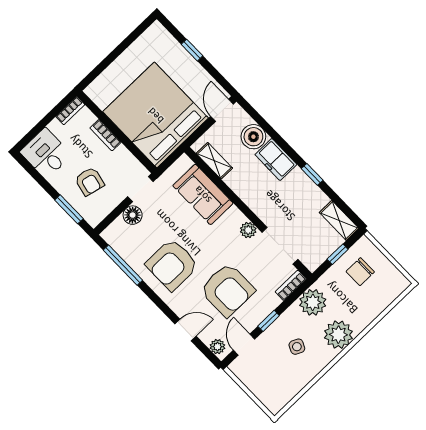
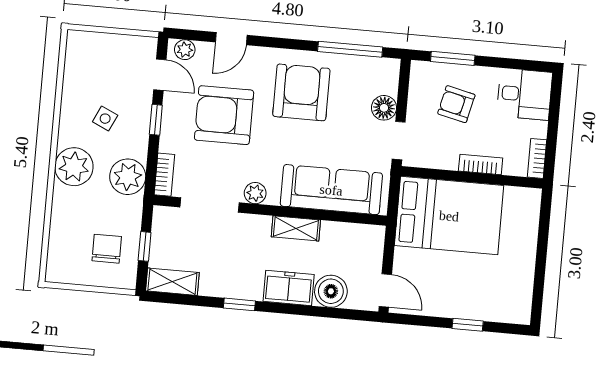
bed: (156, 115) -> (449, 216), width x0.73
shelving: (214, 161) -> (296, 228), moved
sofa: (203, 194) -> (331, 190), width x1.36

